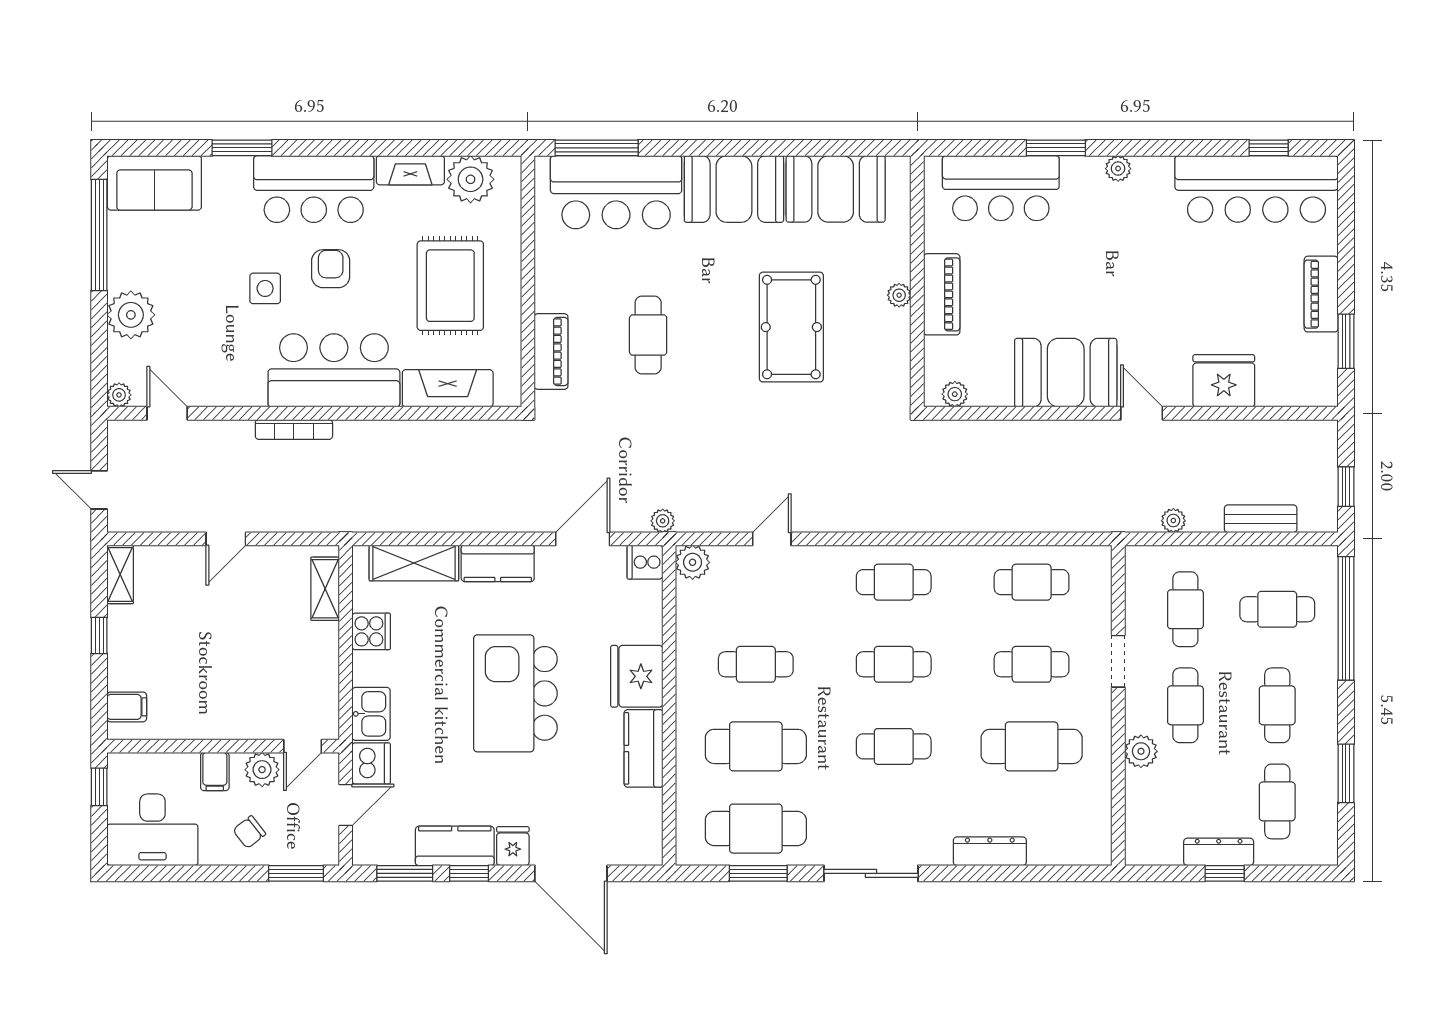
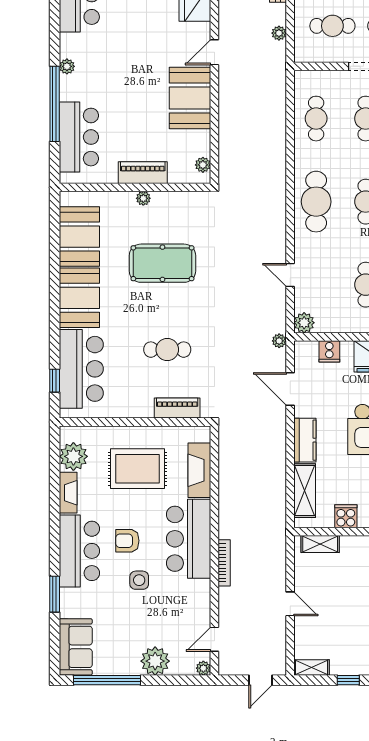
window: (597, 148) -> (55, 381), width x0.46
window: (1056, 148) -> (55, 104), width x2.11
cooker: (645, 562) -> (329, 351), moved
cafe table: (894, 582) -> (316, 202), width x1.37, depth x1.35

